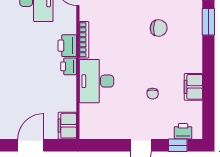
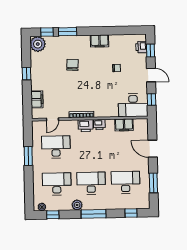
desk: (96, 81) -> (133, 105), moved
filing cabinet: (193, 87) -> (99, 41), moved
filing cabinet: (67, 126) -> (124, 125), moved
window: (104, 145) -> (152, 99), added

